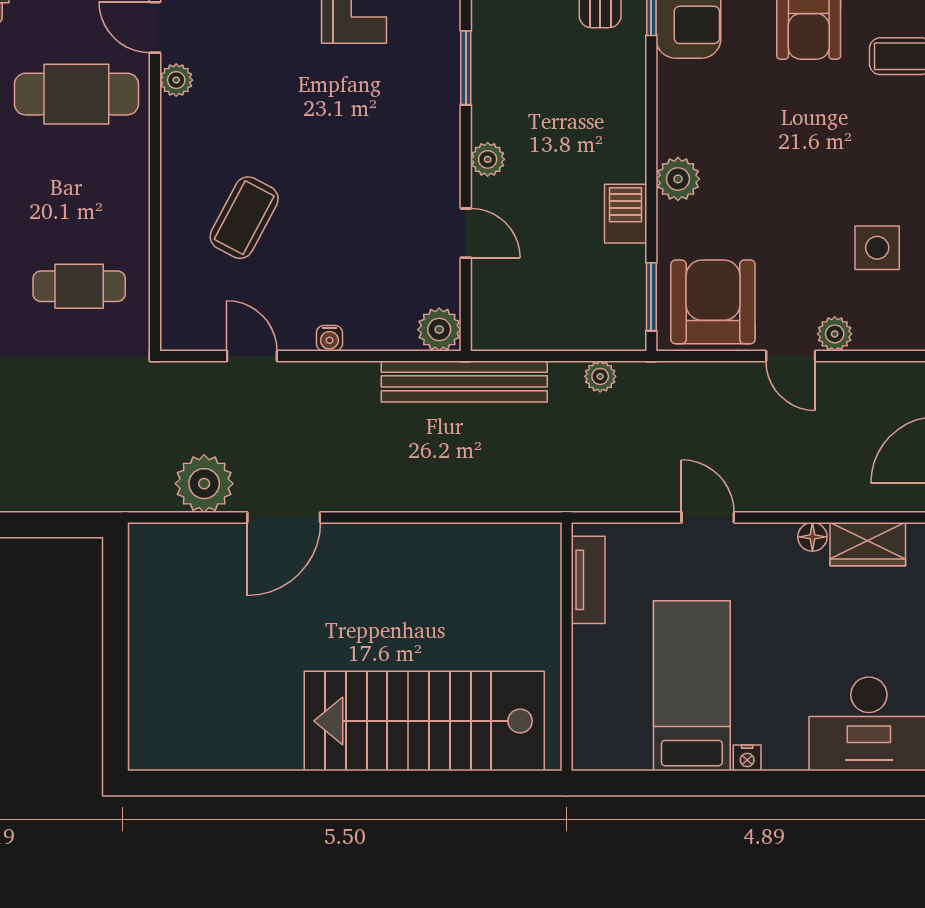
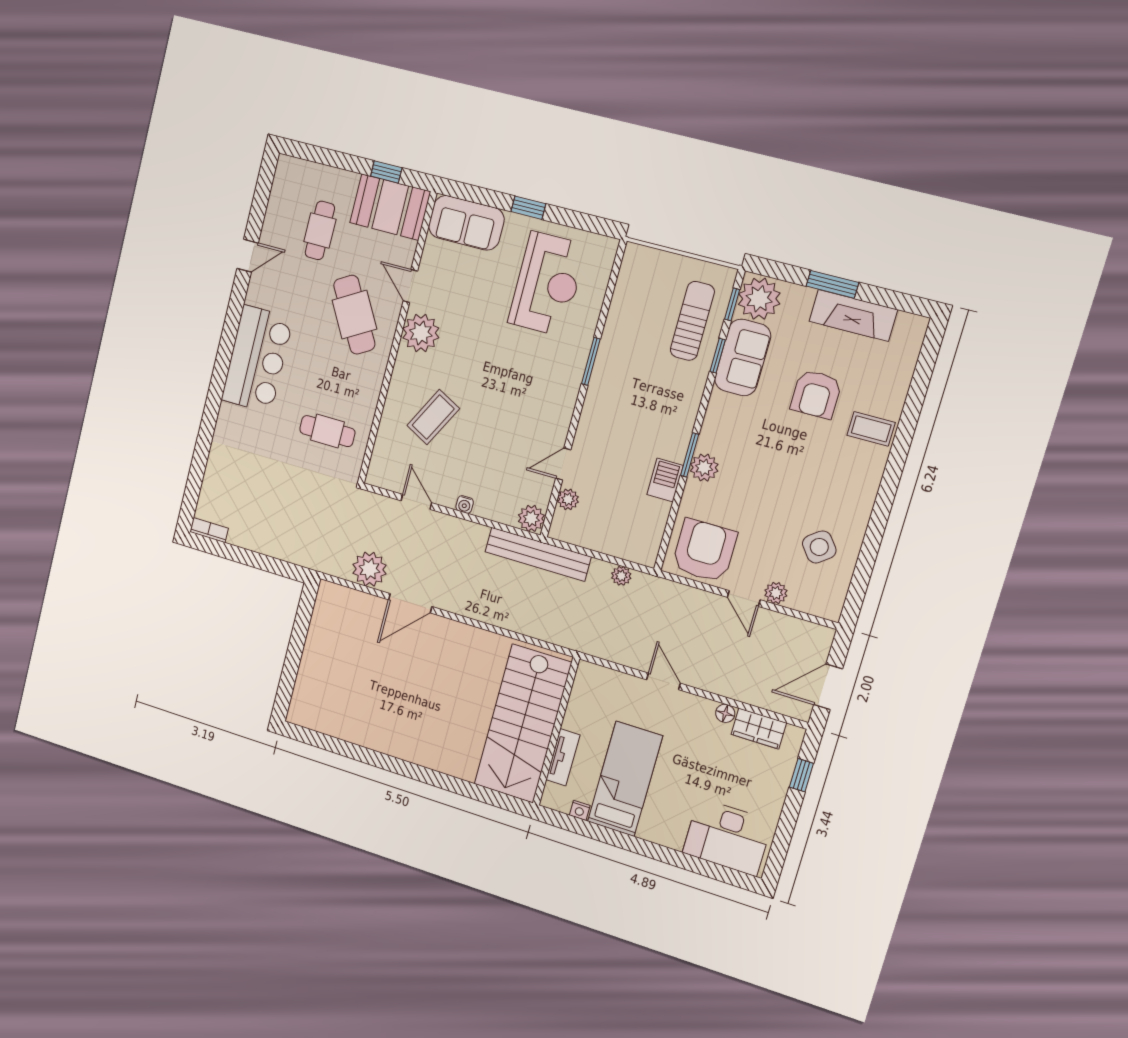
plant: (176, 80) -> (421, 333), width x1.87, depth x1.87
cafe table: (76, 94) -> (354, 315), turned 60
plant: (488, 159) -> (568, 499), moved
door: (466, 233) -> (563, 464), swing flipped
side table: (877, 248) -> (819, 547), turned -38
window: (651, 297) -> (690, 455), moved
tv unit: (588, 580) -> (563, 757), moved
stairs: (424, 721) -> (523, 724), moved, turned -90
nightstand: (747, 758) -> (580, 810), moved

